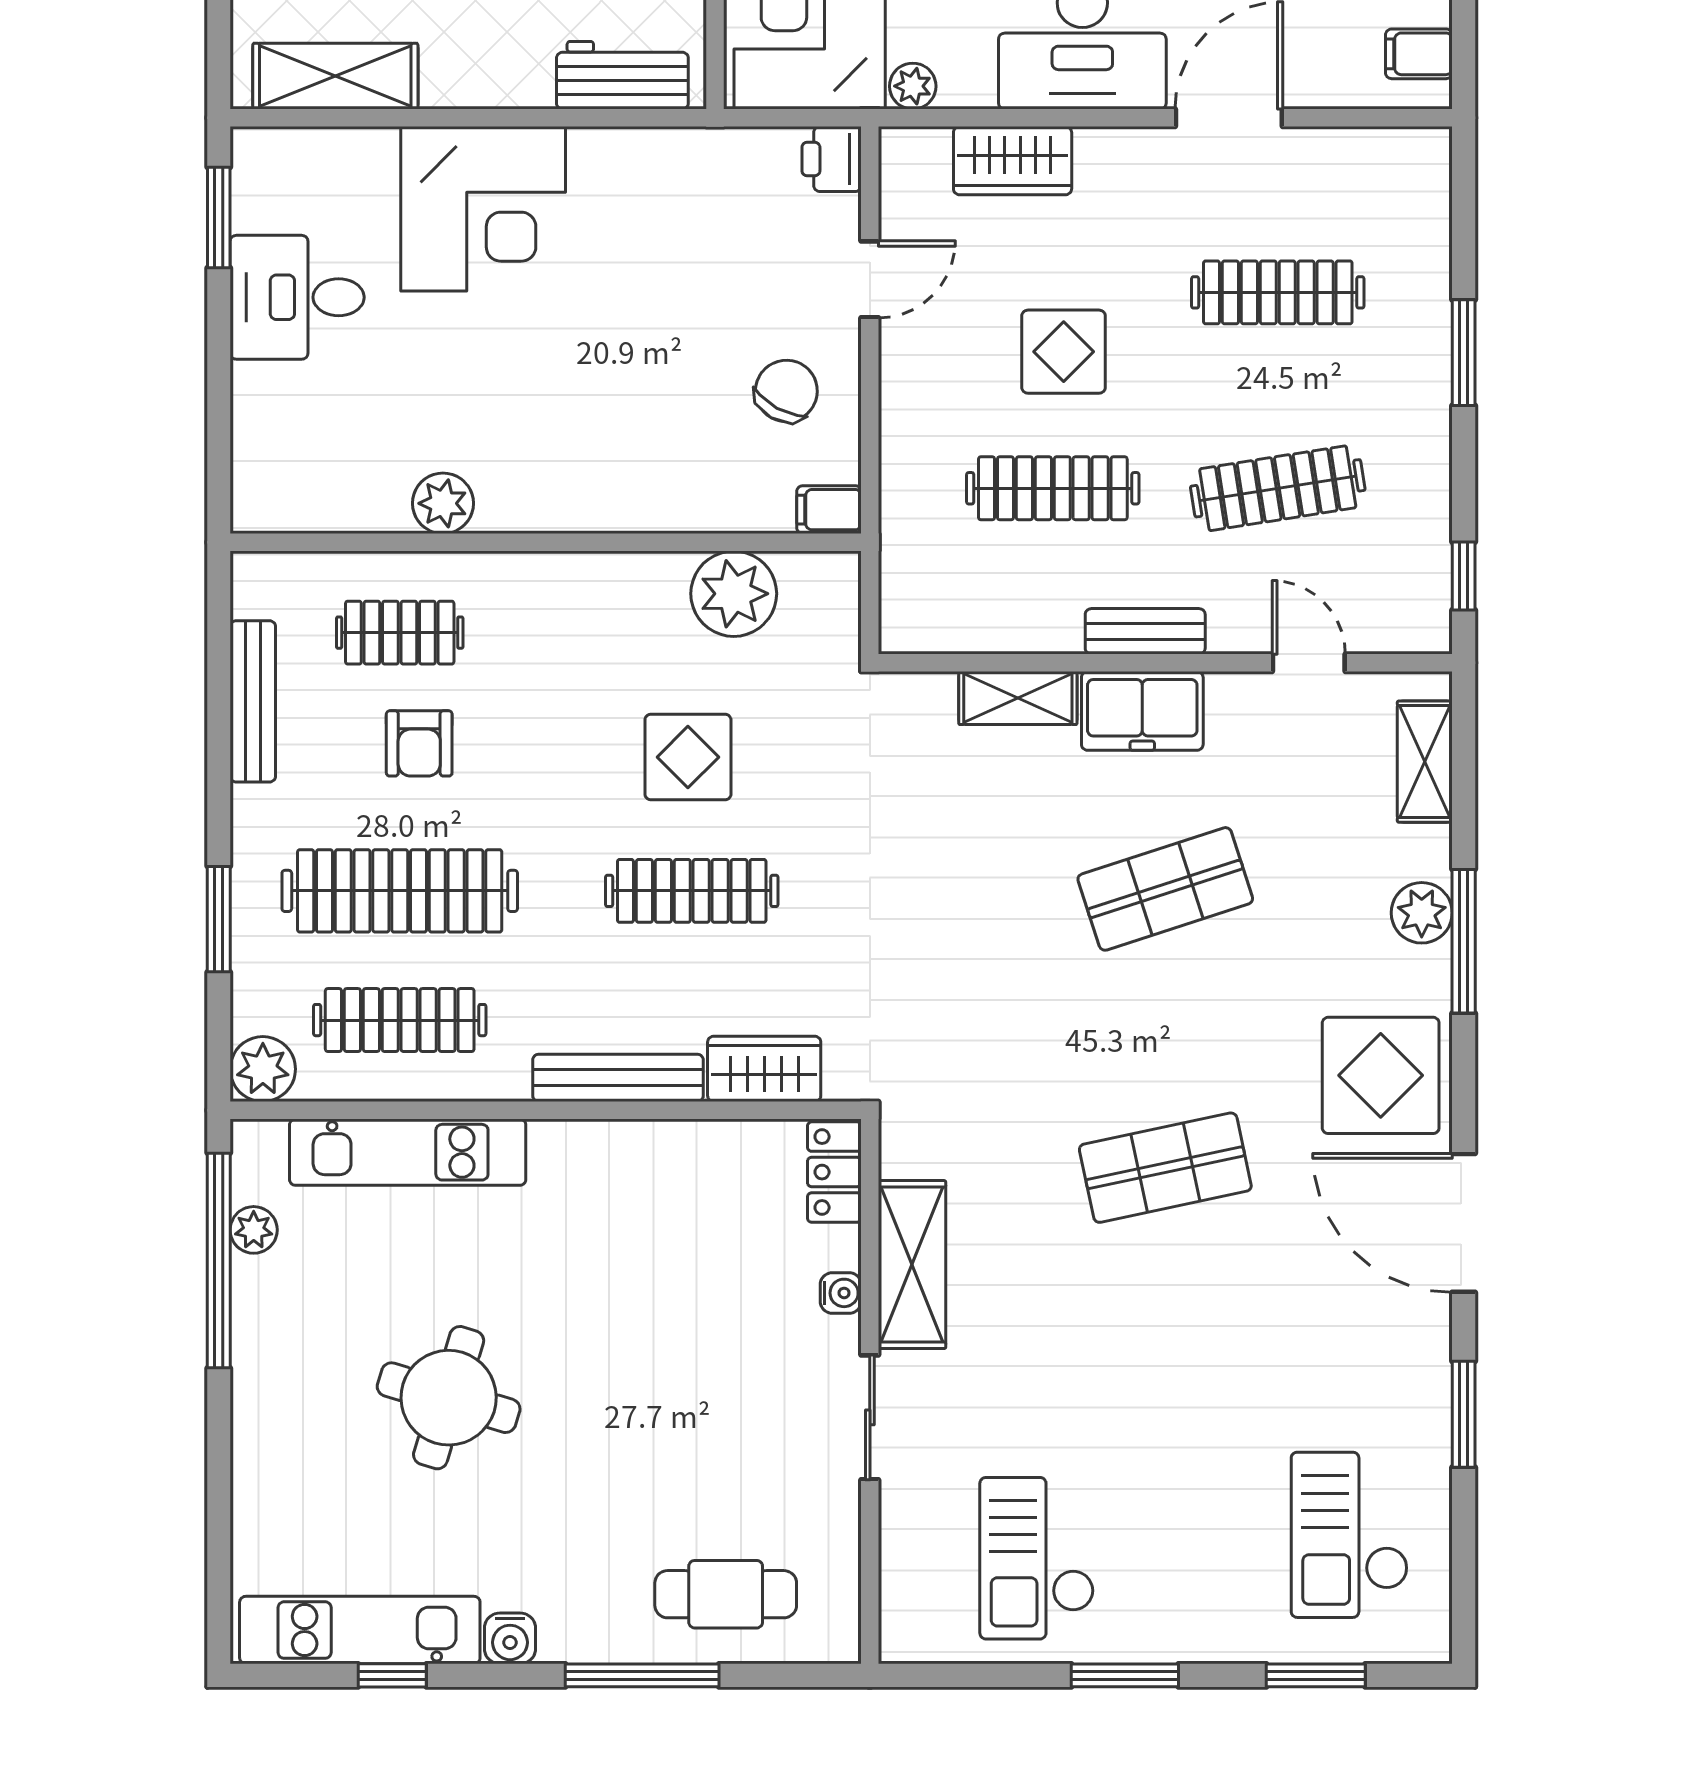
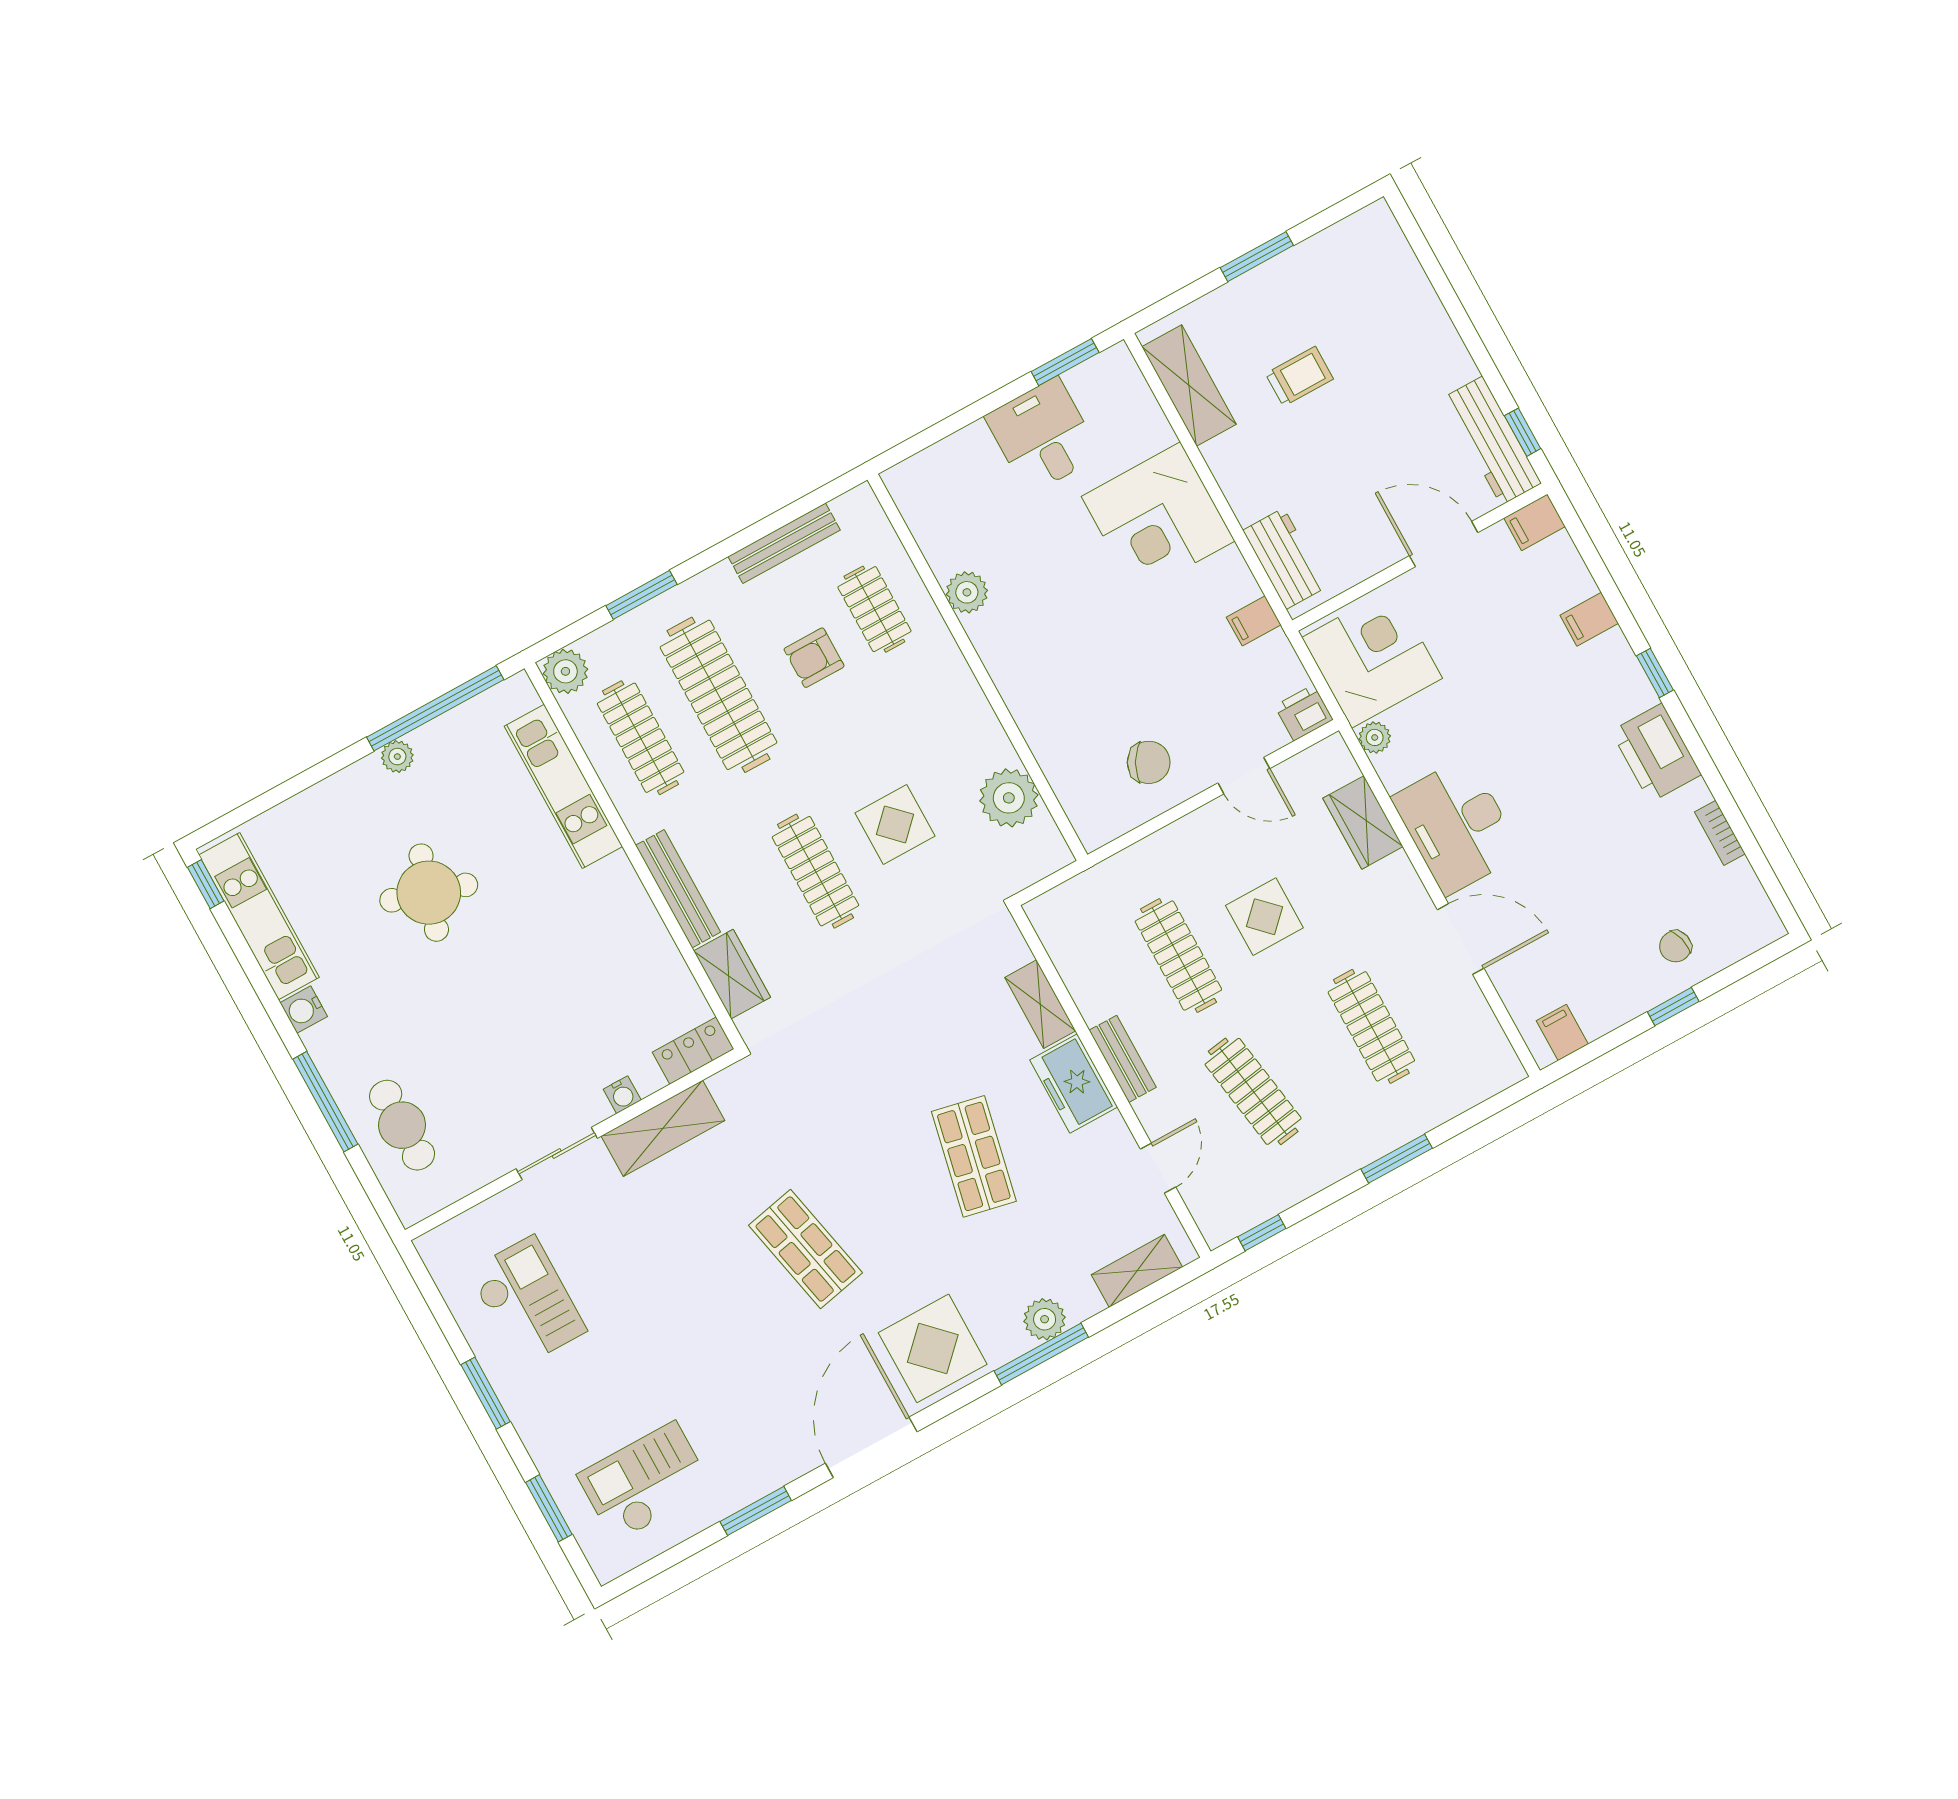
filing cabinet: (829, 510) -> (1254, 621), moved, turned -90
shop shelf: (1165, 889) -> (974, 1156), turned 30
plant: (254, 1230) -> (397, 757), moved
checkout: (1037, 1558) -> (527, 1301), turned 90
window: (392, 1675) -> (206, 884), moved

